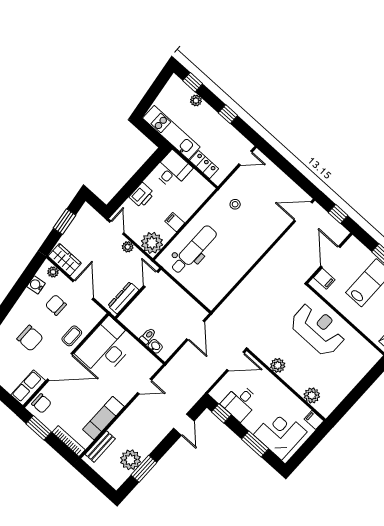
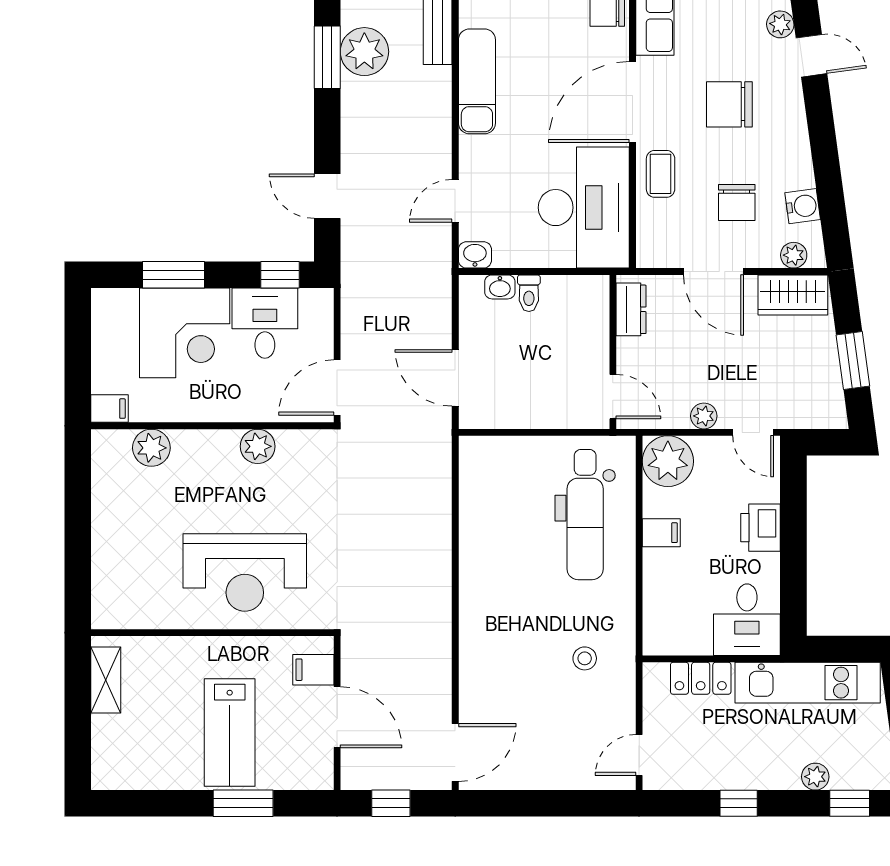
dresser: (123, 298) -> (631, 309), width x0.70
chair: (56, 305) -> (737, 203), turned 90
washbasin: (154, 364) -> (475, 255), added
corner desk: (280, 433) -> (185, 333), moved

